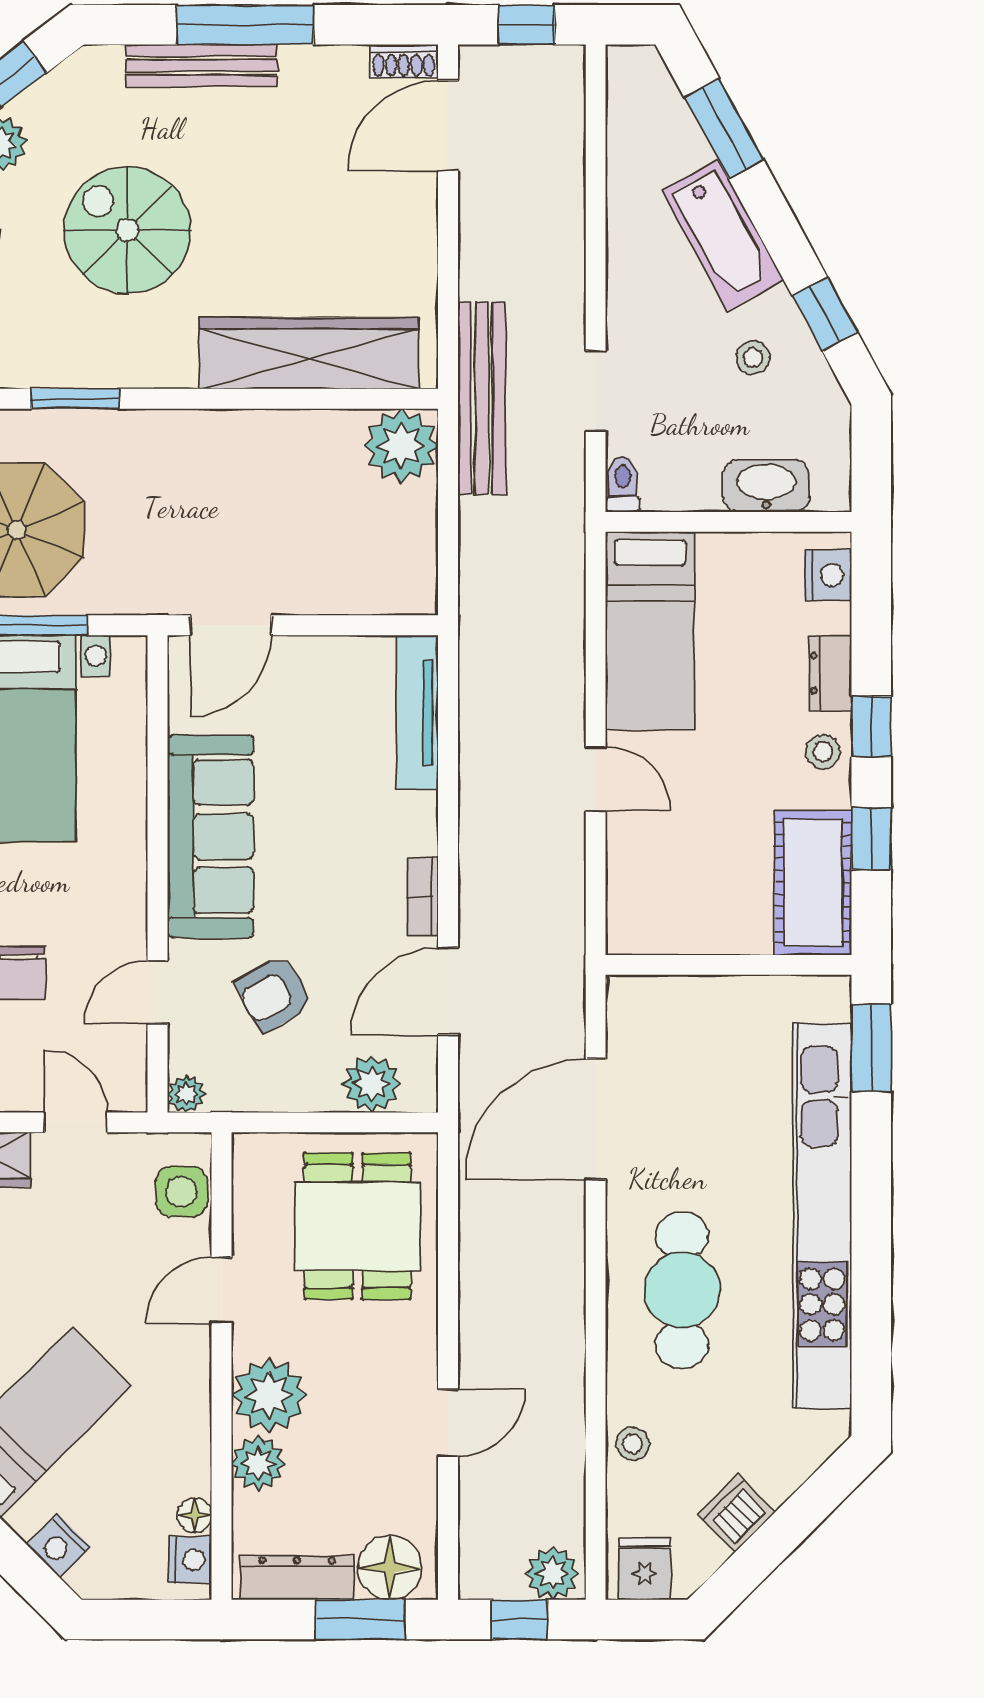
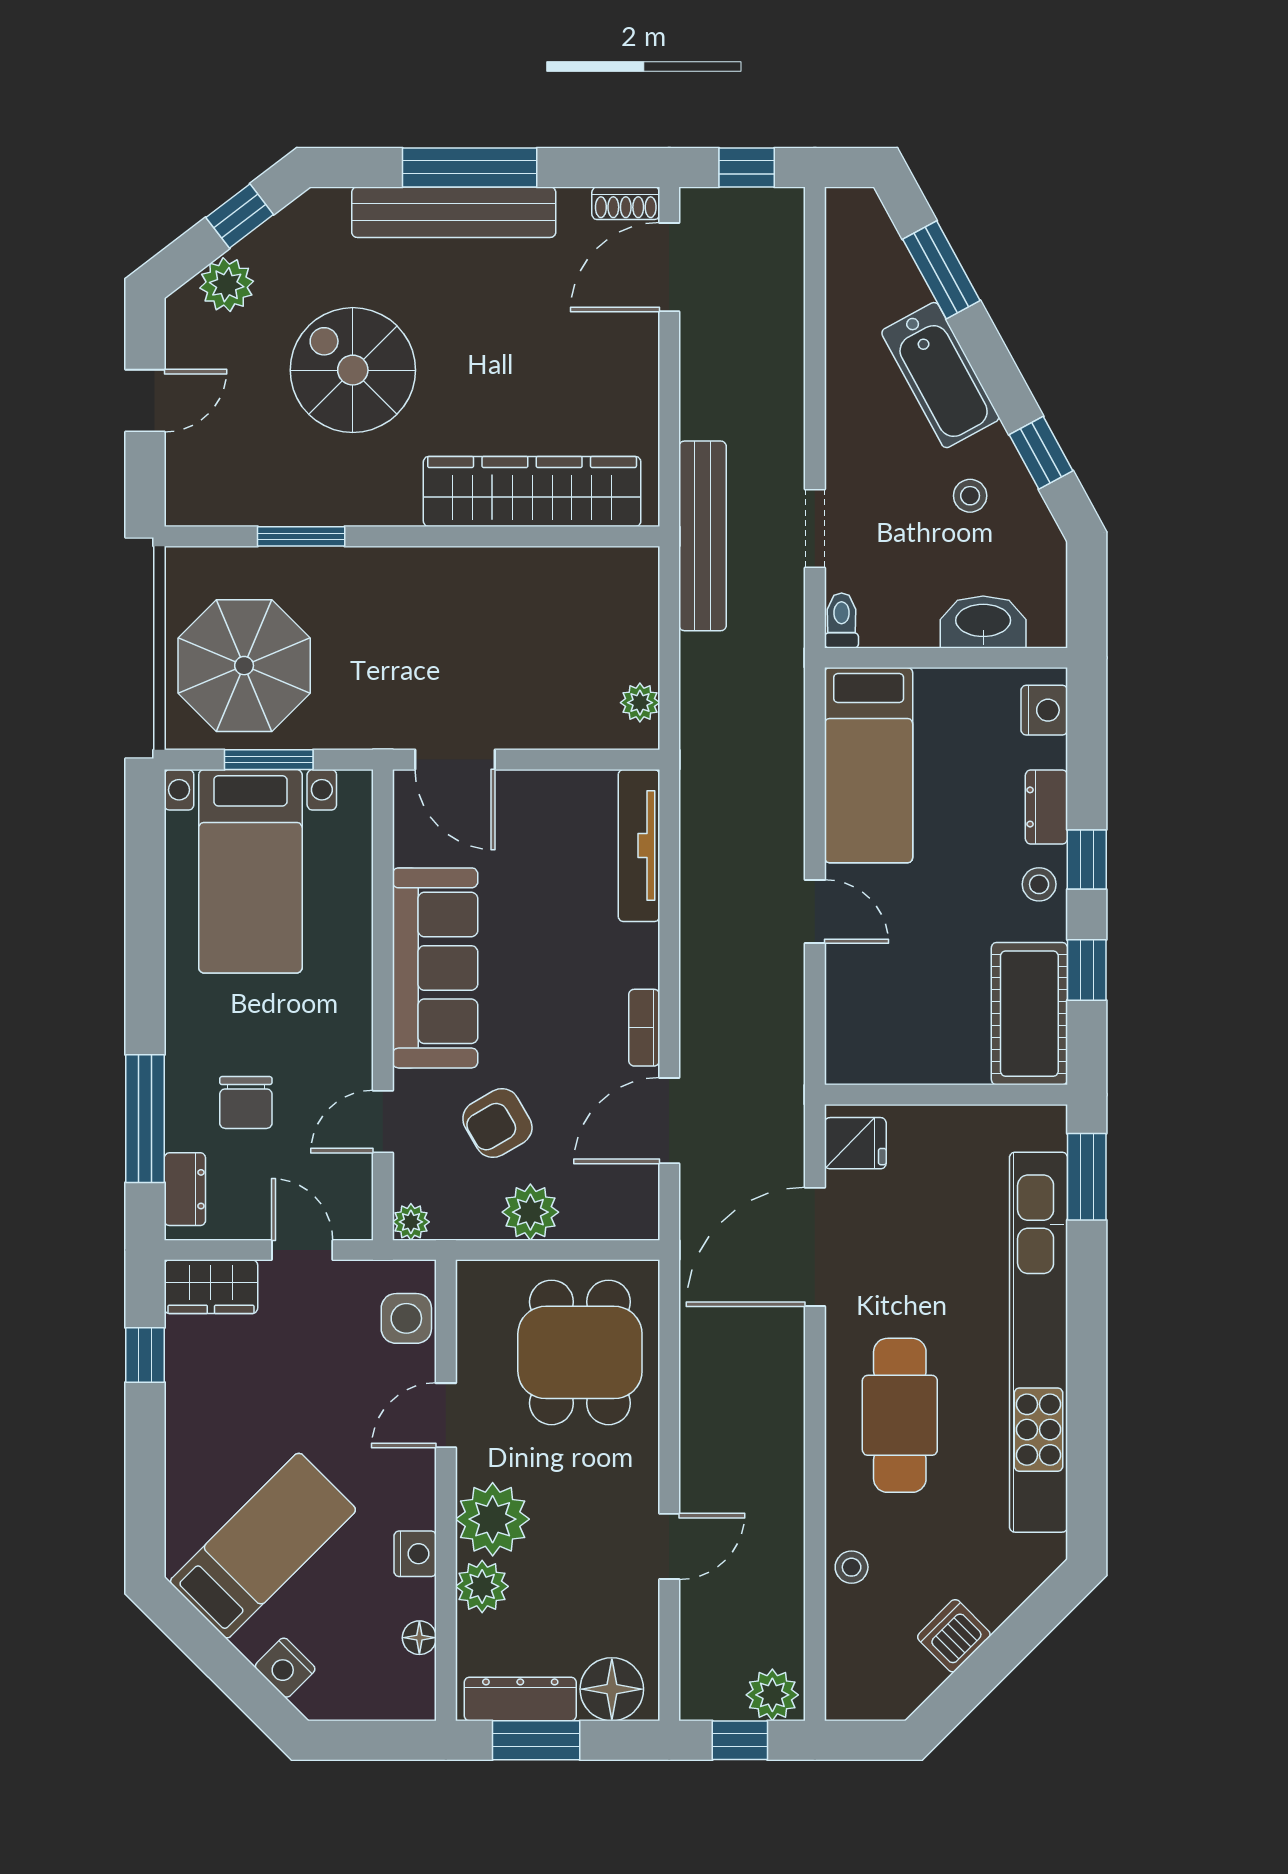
bench: (202, 66) -> (454, 212), width x1.37, depth x1.21
plant: (401, 446) -> (640, 703), moved, width x0.53, depth x0.53
door: (231, 625) -> (455, 760), hinge flipped
plant: (372, 1084) -> (530, 1212), moved
nightstand: (190, 1560) -> (415, 1554), moved
fridge: (645, 1569) -> (855, 1143), moved, turned 90
window: (360, 1619) -> (536, 1740), moved

